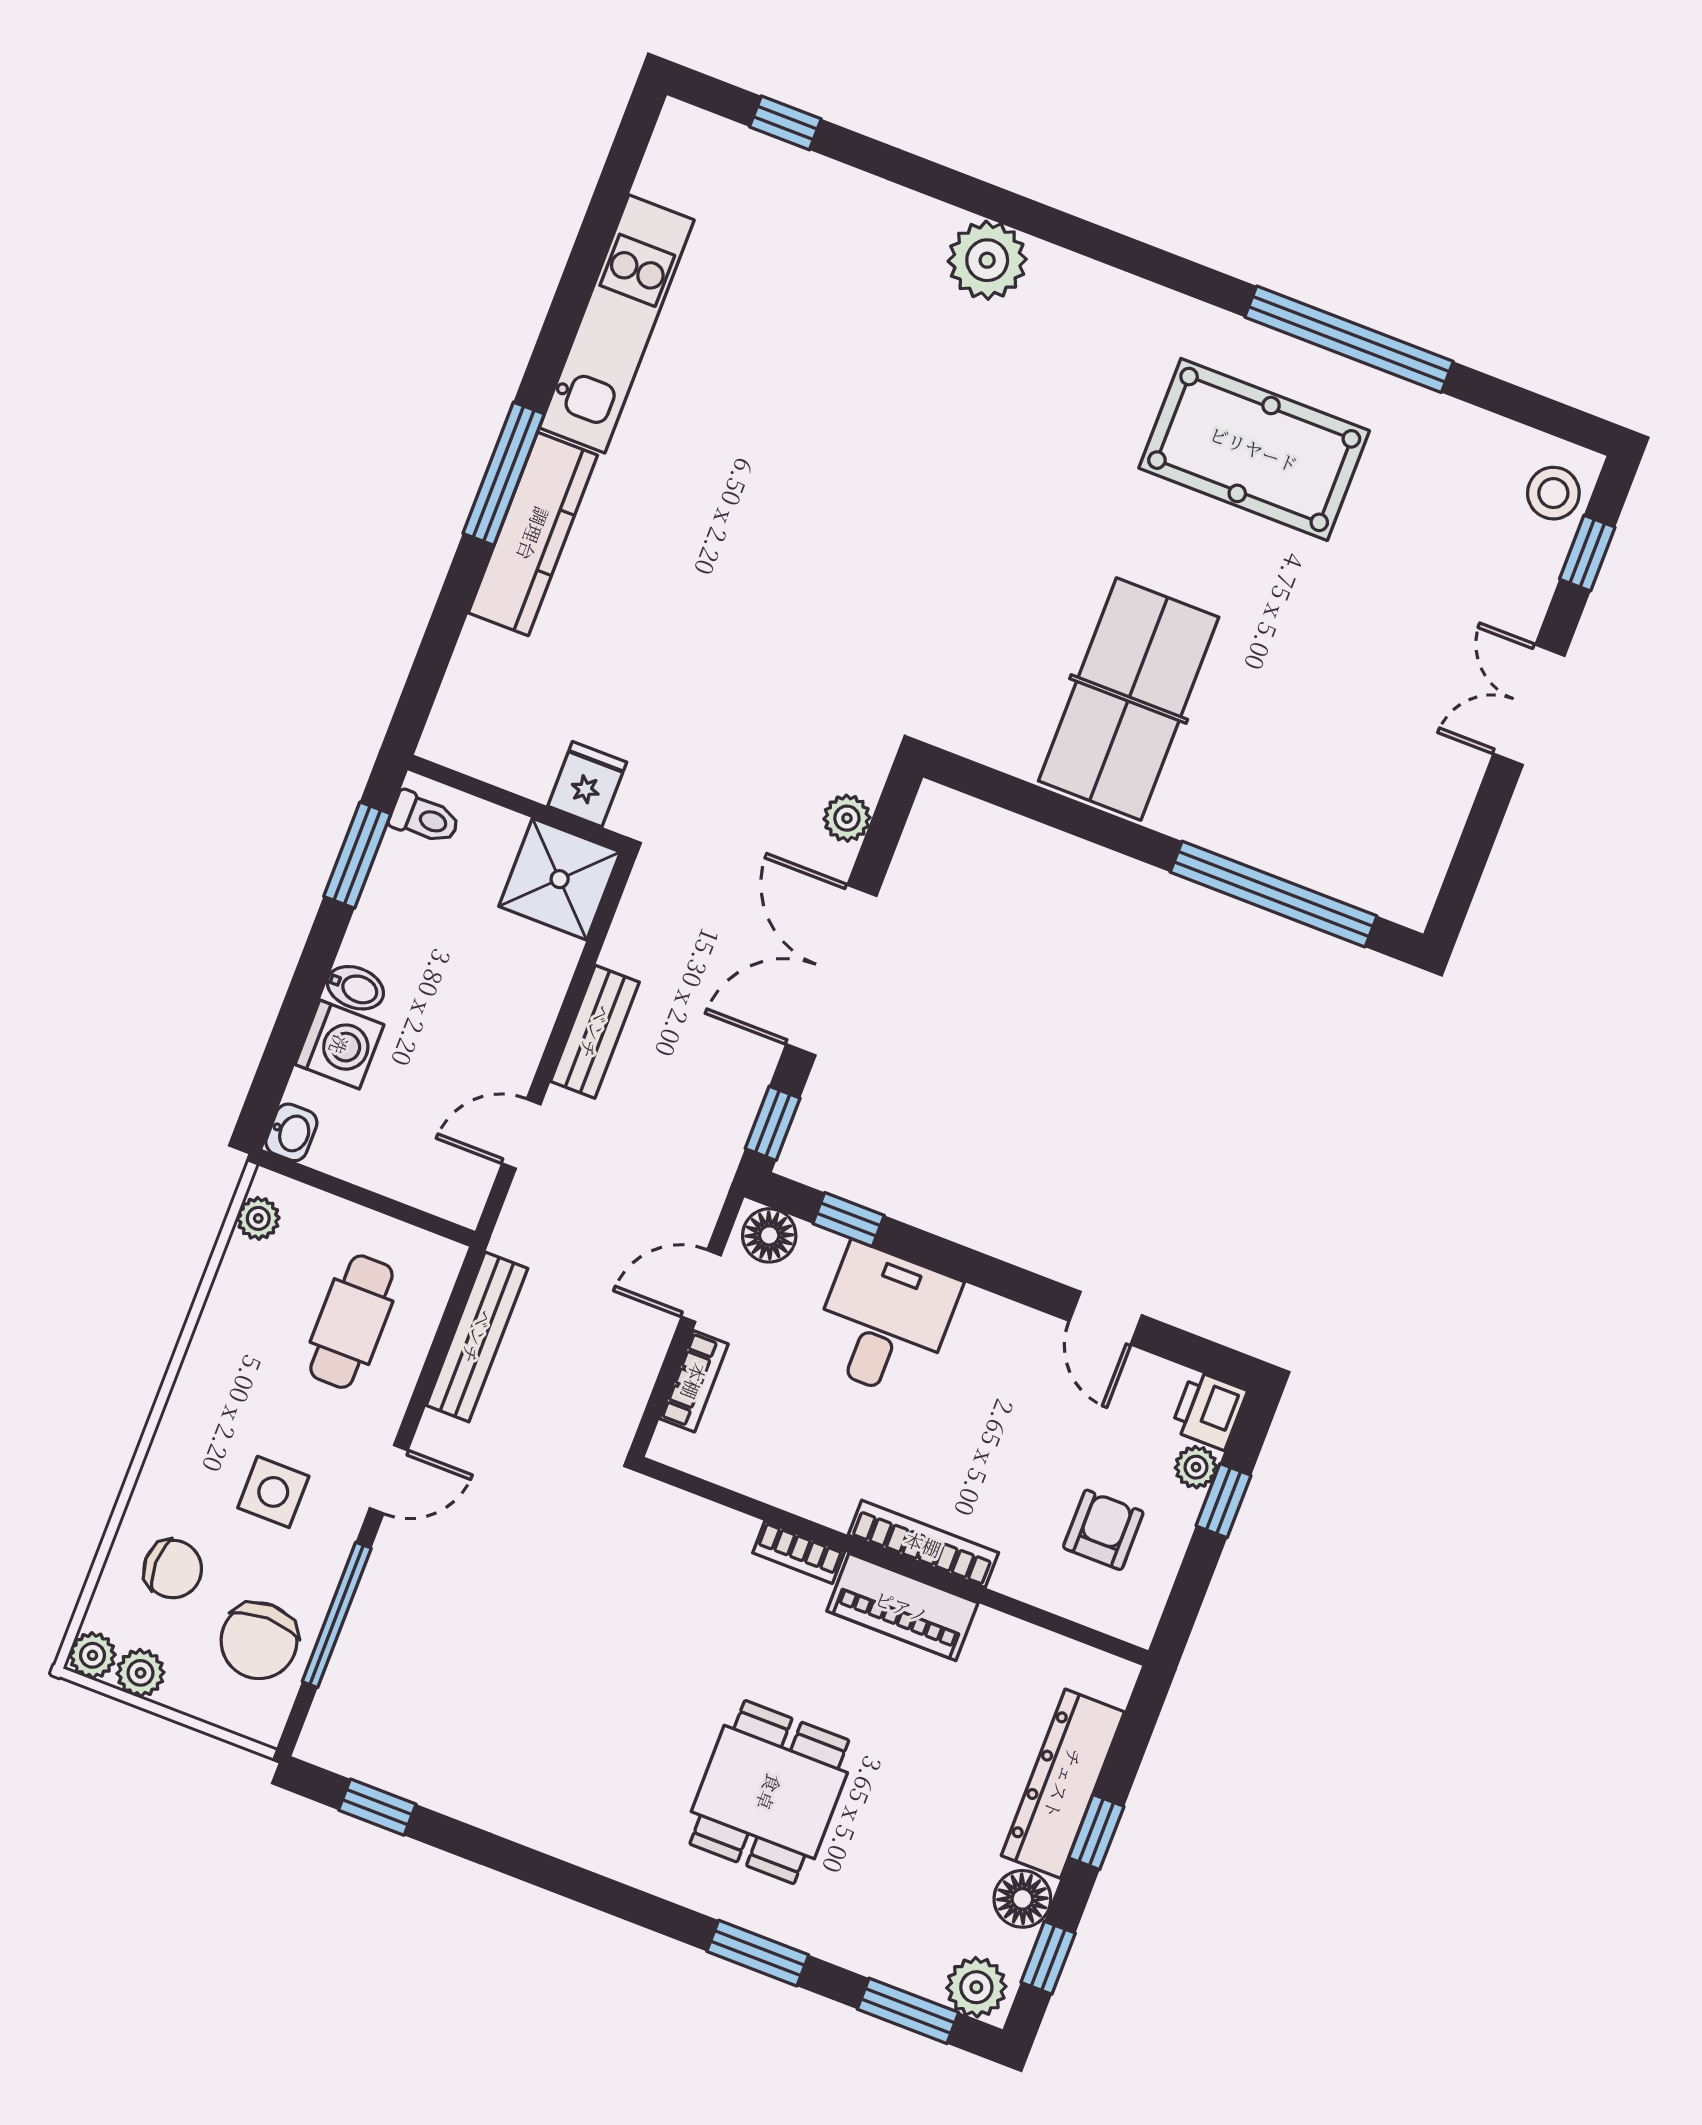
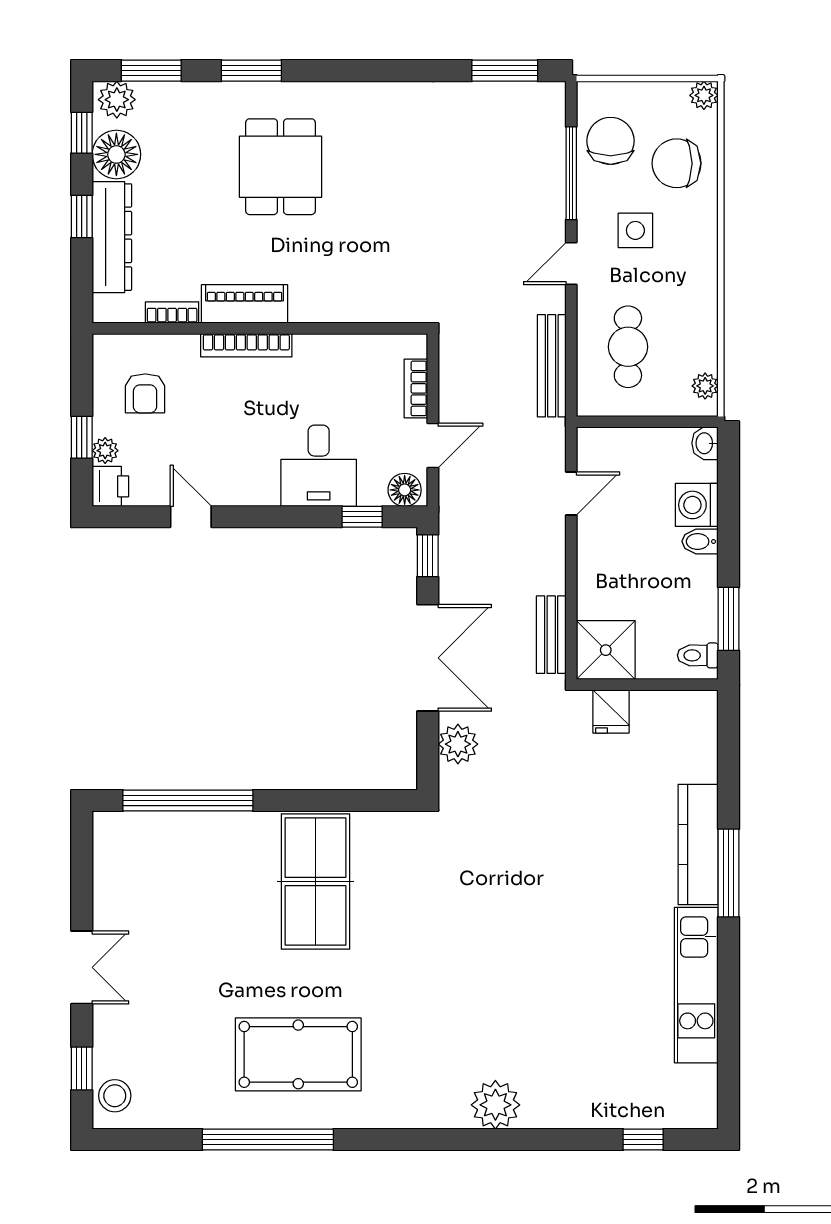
plant: (847, 818) -> (458, 744), width x1.38, depth x1.38
bench: (595, 1032) -> (551, 635), moved
bookcase: (799, 1552) -> (172, 313), moved
chair: (173, 1569) -> (677, 163), width x1.37, depth x1.37
plant: (141, 1673) -> (672, 96), removed
window: (377, 1807) -> (505, 71), width x1.50
floor lamp: (1022, 1899) -> (116, 154), width x1.38, depth x1.38

